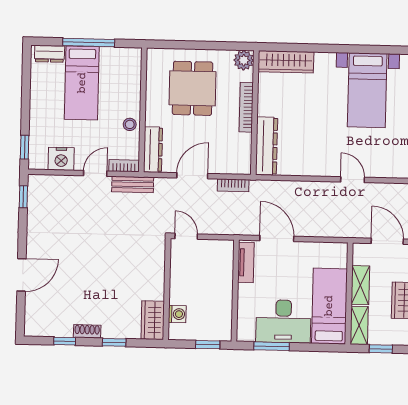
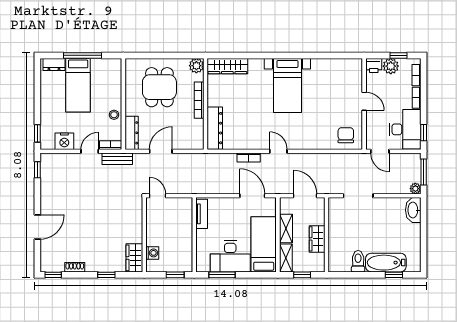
bookcase: (233, 185) -> (249, 157), moved
door: (277, 239) -> (252, 196), moved
shoe rack: (87, 331) -> (75, 267), moved
window: (65, 341) -> (53, 275), moved

